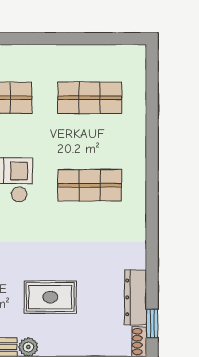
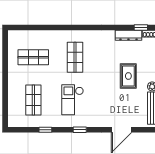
shop shelf: (90, 98) -> (33, 57), turned 90

